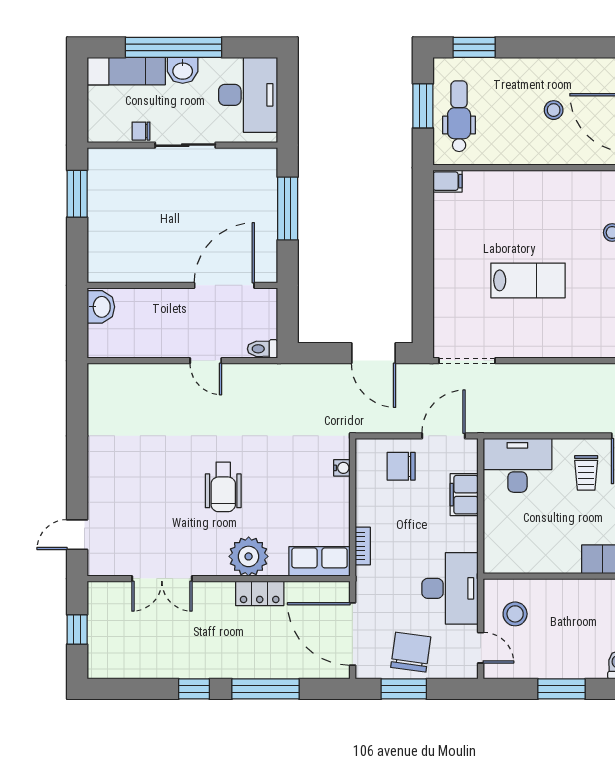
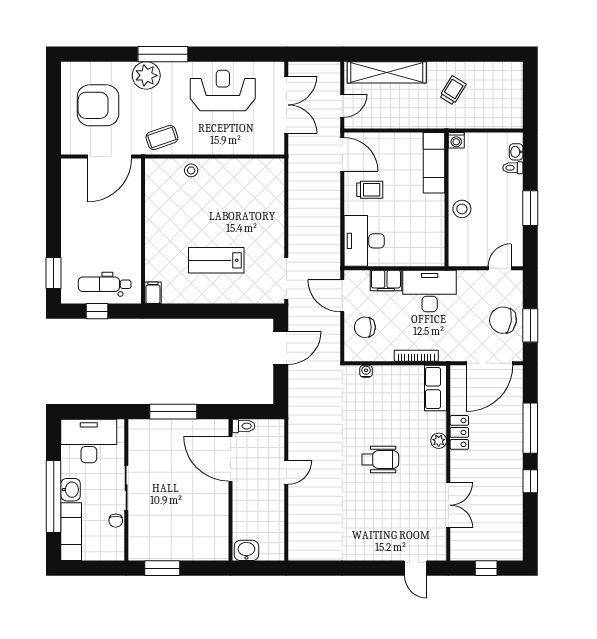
window: (423, 106) -> (97, 311), width x0.67
stool: (554, 110) -> (100, 214), removed
lab bench: (528, 280) -> (216, 260), moved, turned -90
toilet: (262, 349) -> (244, 426), moved, turned -90
chair: (401, 466) -> (365, 327), turned 90
bookcase: (363, 546) -> (416, 356), width x1.56
plant: (249, 556) -> (439, 441), width x0.53, depth x0.53
desk: (450, 588) -> (430, 291), moved
stool: (515, 614) -> (462, 209), moved

